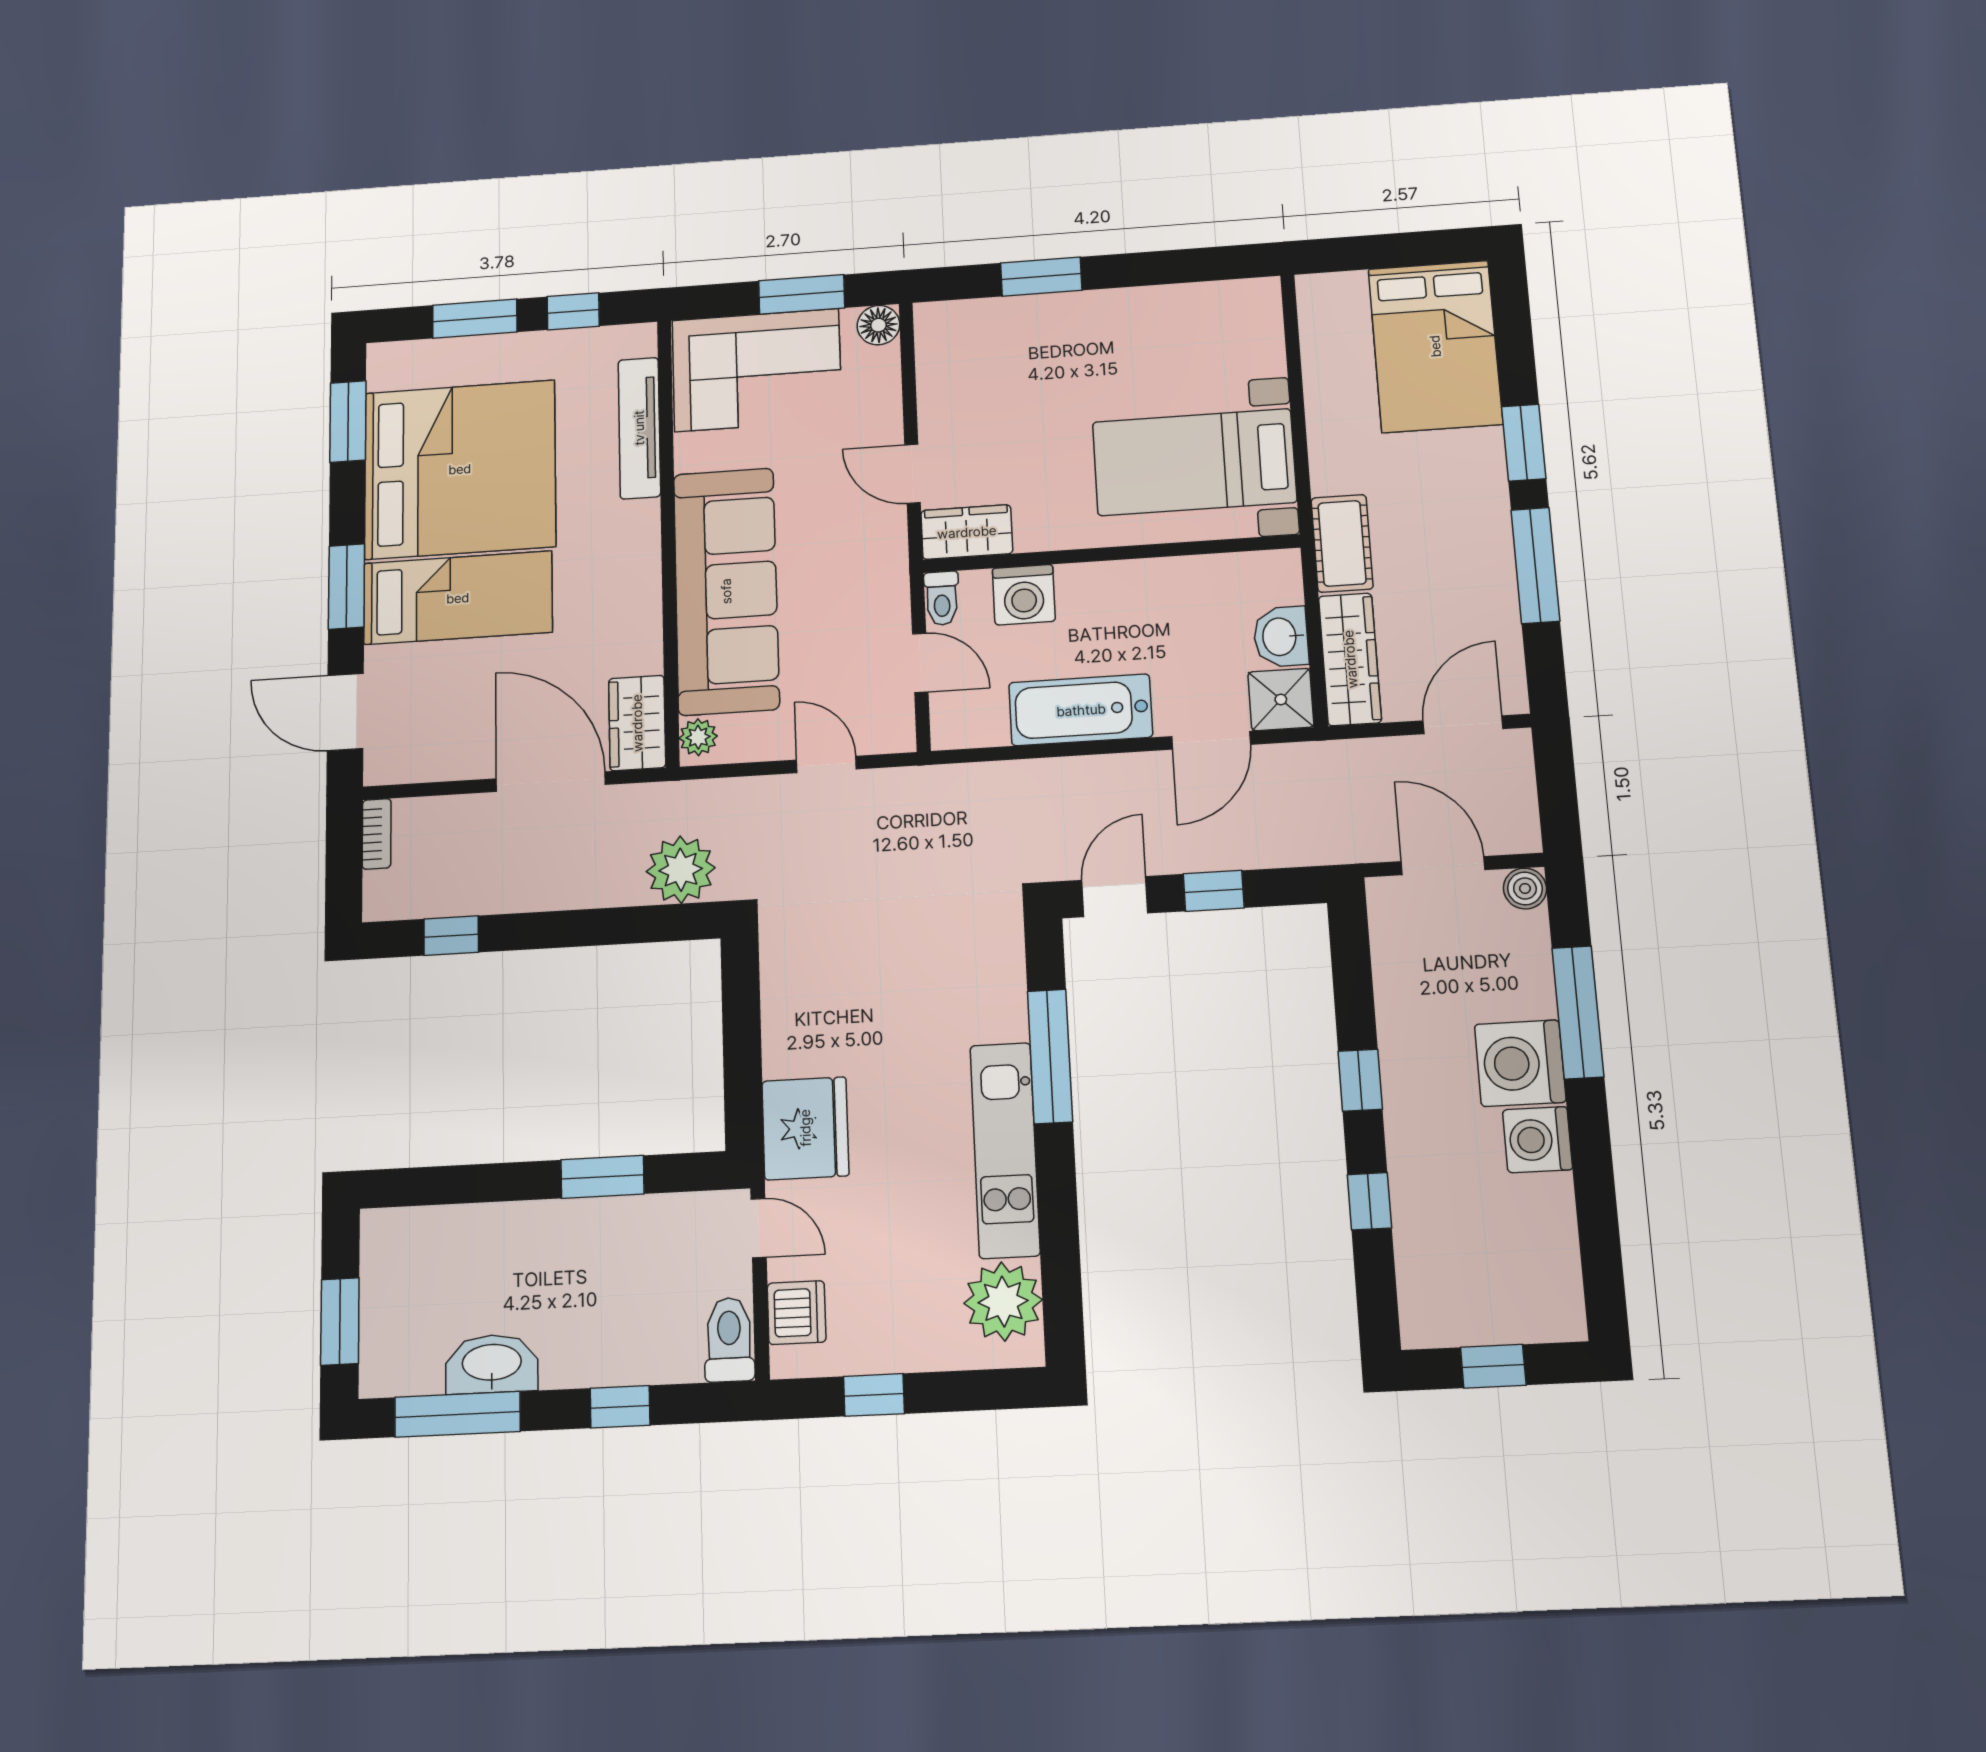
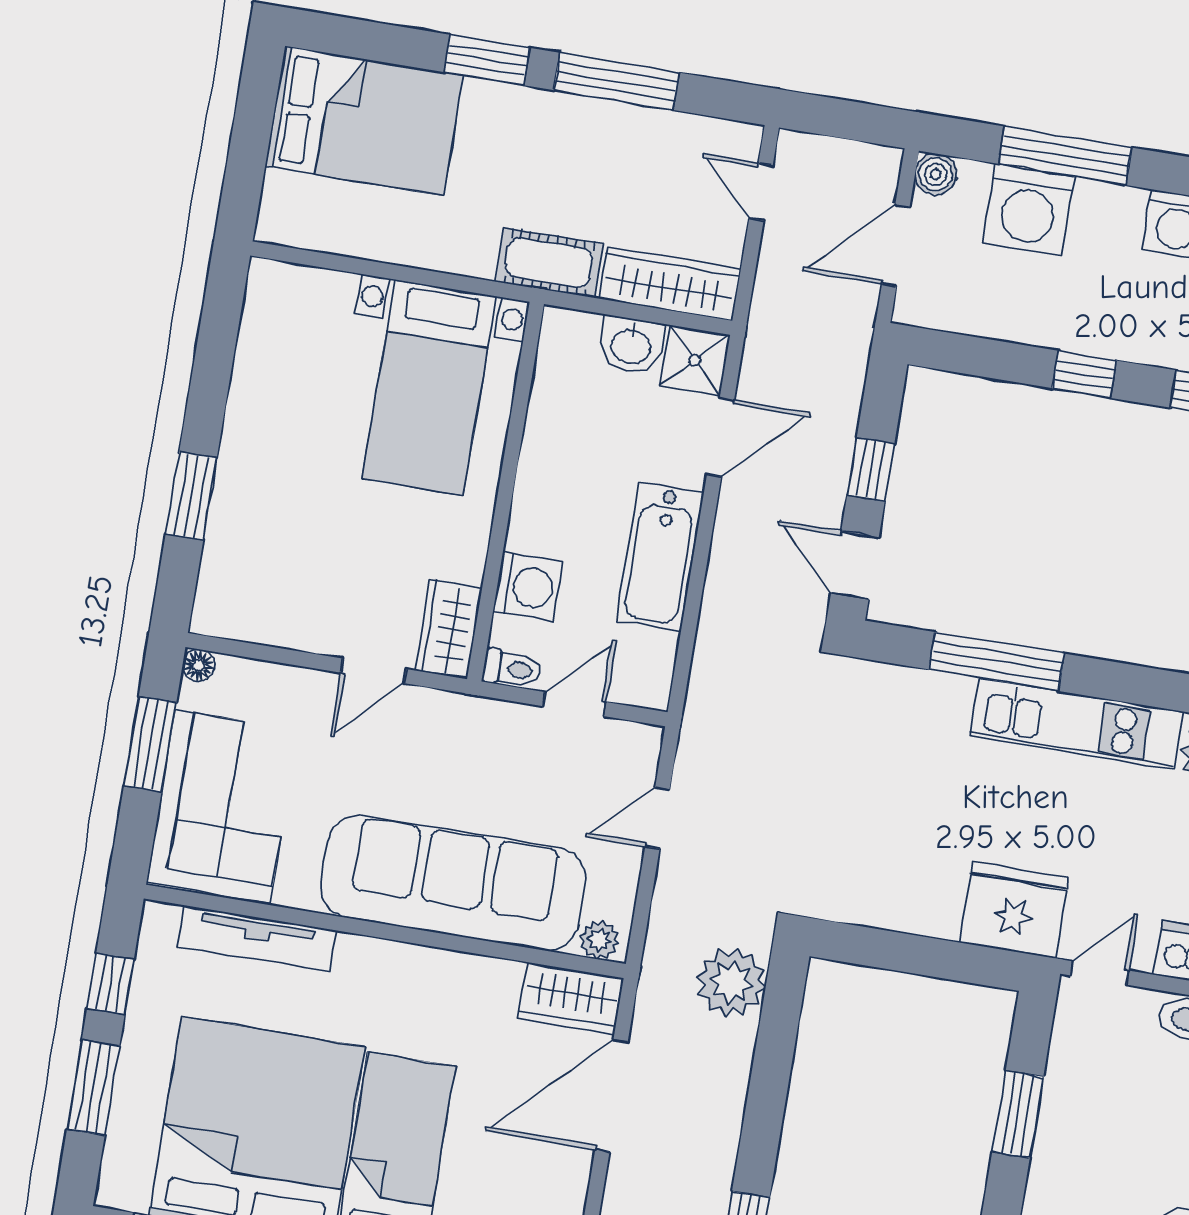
floor lamp: (878, 325) -> (199, 665), width x0.73, depth x0.73
door: (1463, 725) -> (761, 192), width x0.73
door: (1211, 740) -> (720, 437), hinge flipped
washing machine: (1520, 1063) -> (1029, 210), moved

